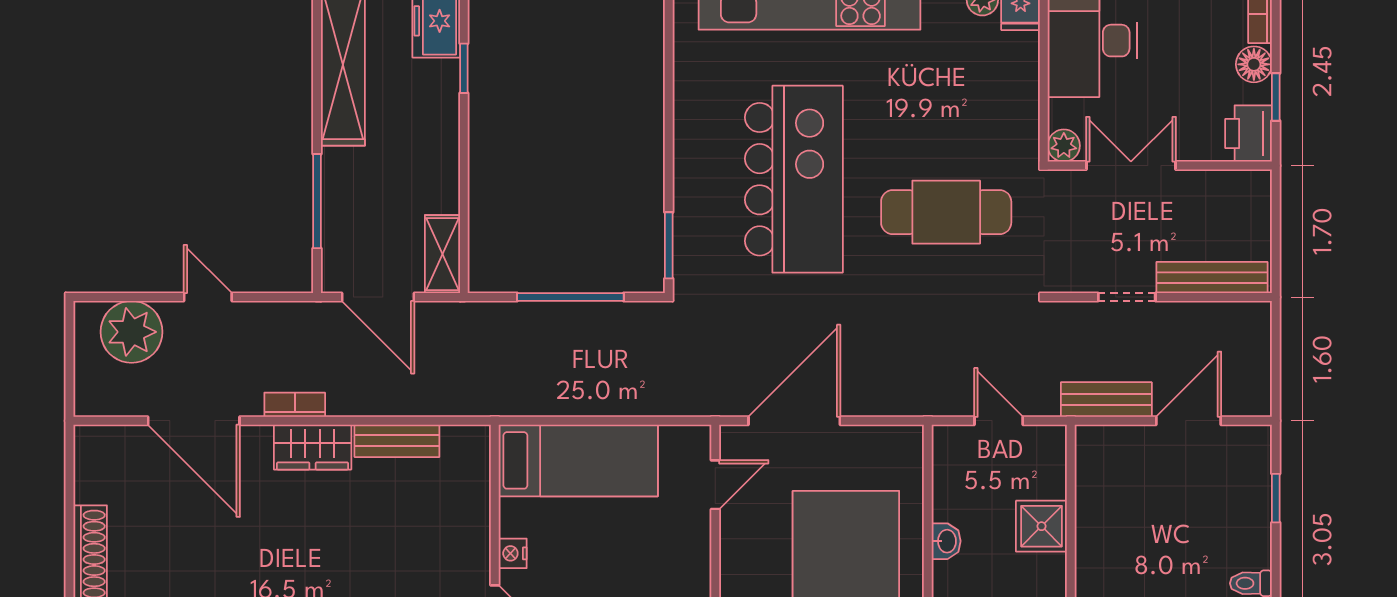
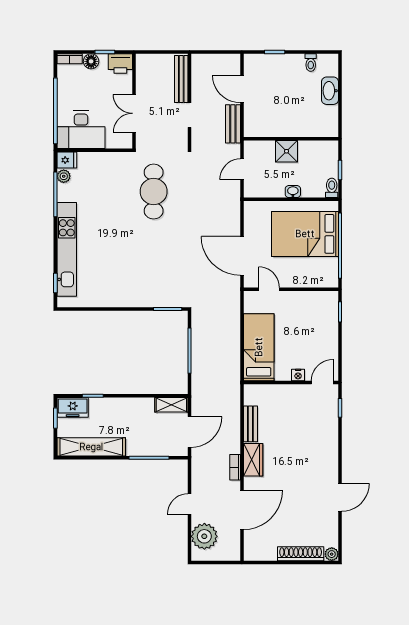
plant: (1064, 146) -> (125, 142), removed
kitchen island: (794, 179) -> (140, 256), removed

